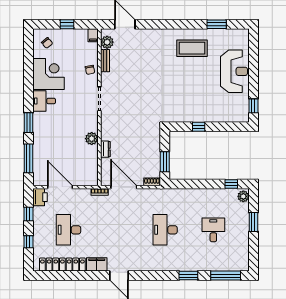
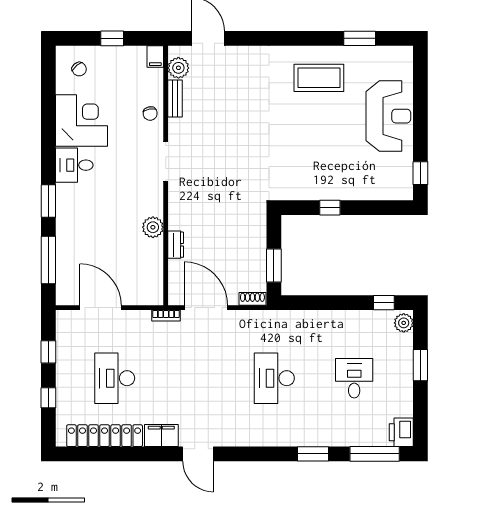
printer: (40, 197) -> (401, 432), moved, turned 180

